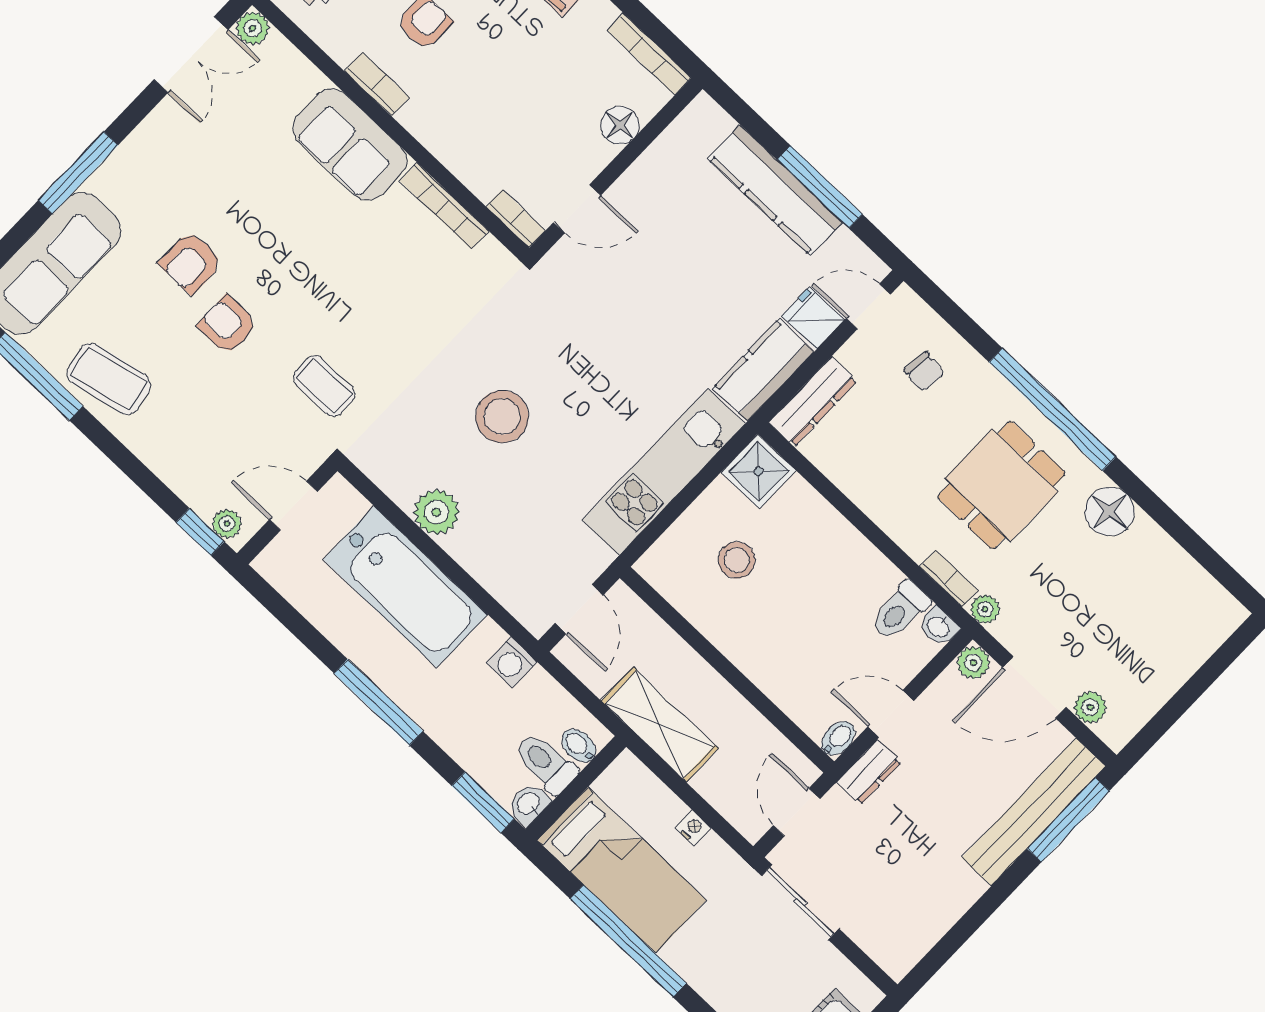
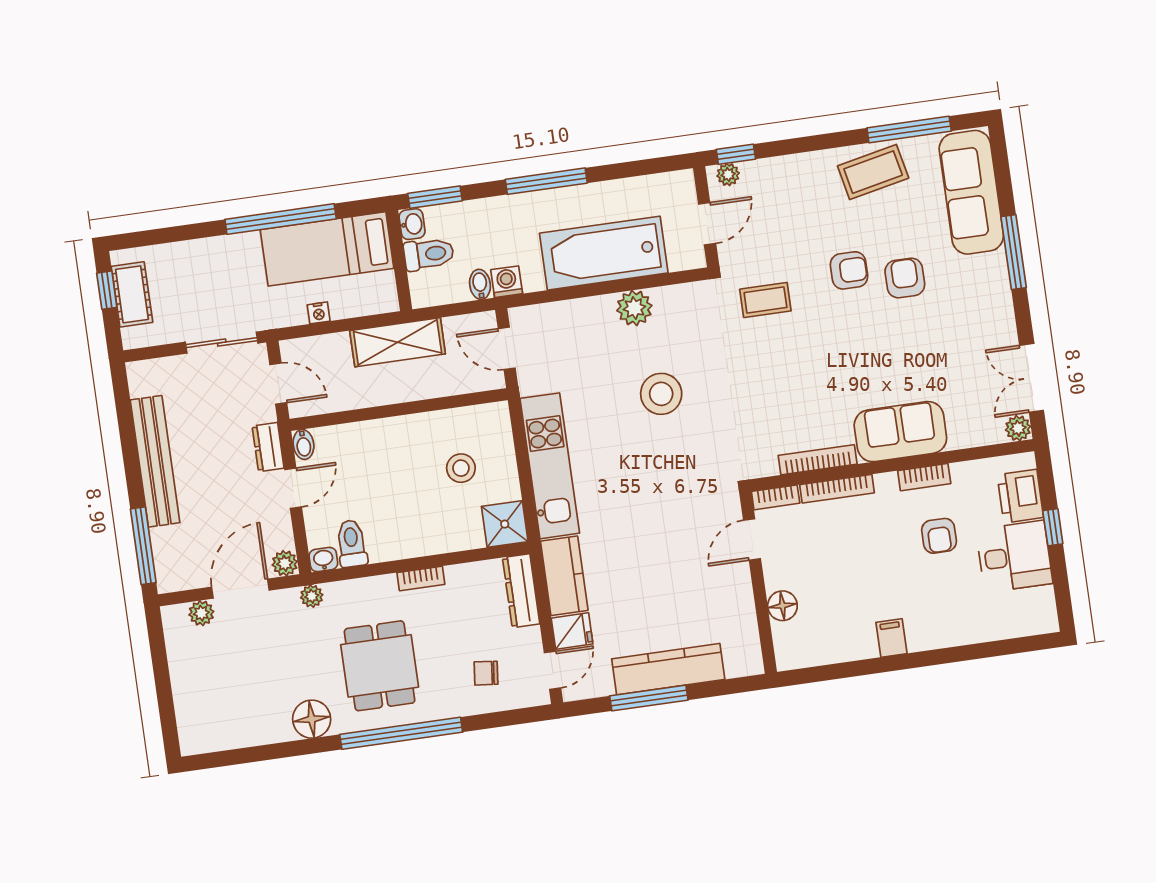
bookcase: (649, 54) -> (837, 489), moved, turned 180
bookcase: (949, 578) -> (421, 578), moved
bidet: (579, 746) -> (480, 284), moved, turned -90
bench: (1034, 812) -> (155, 461), moved

